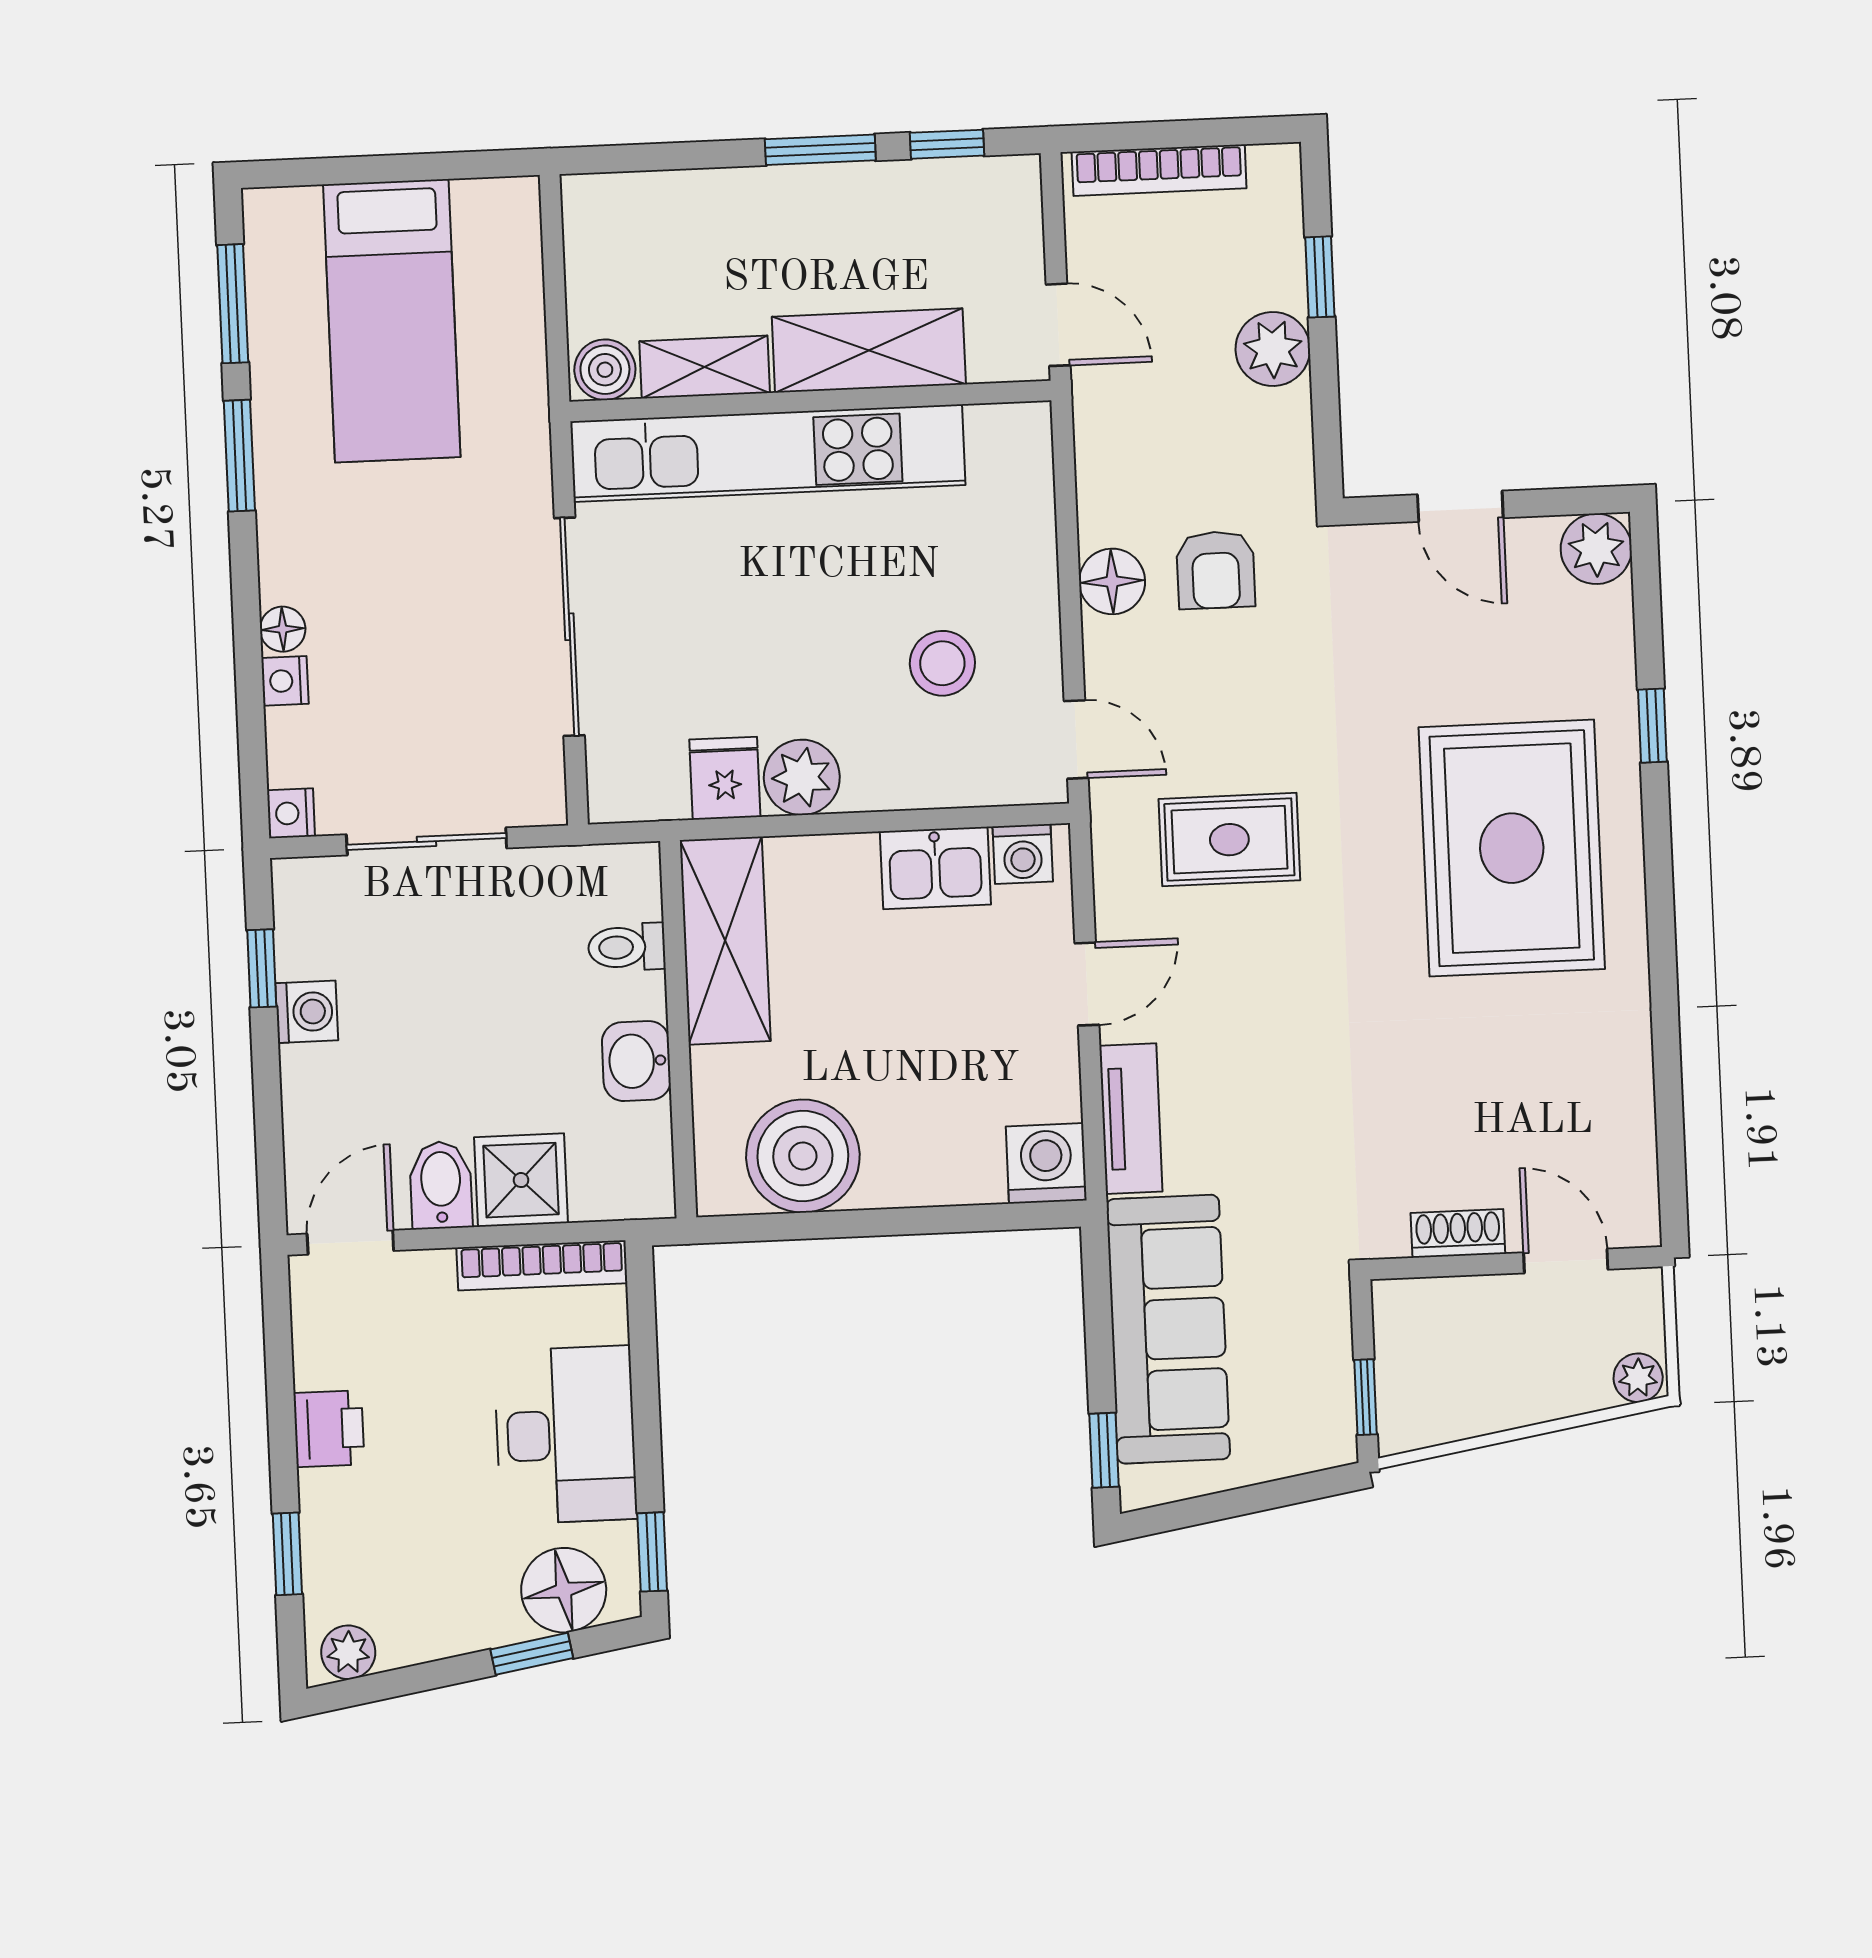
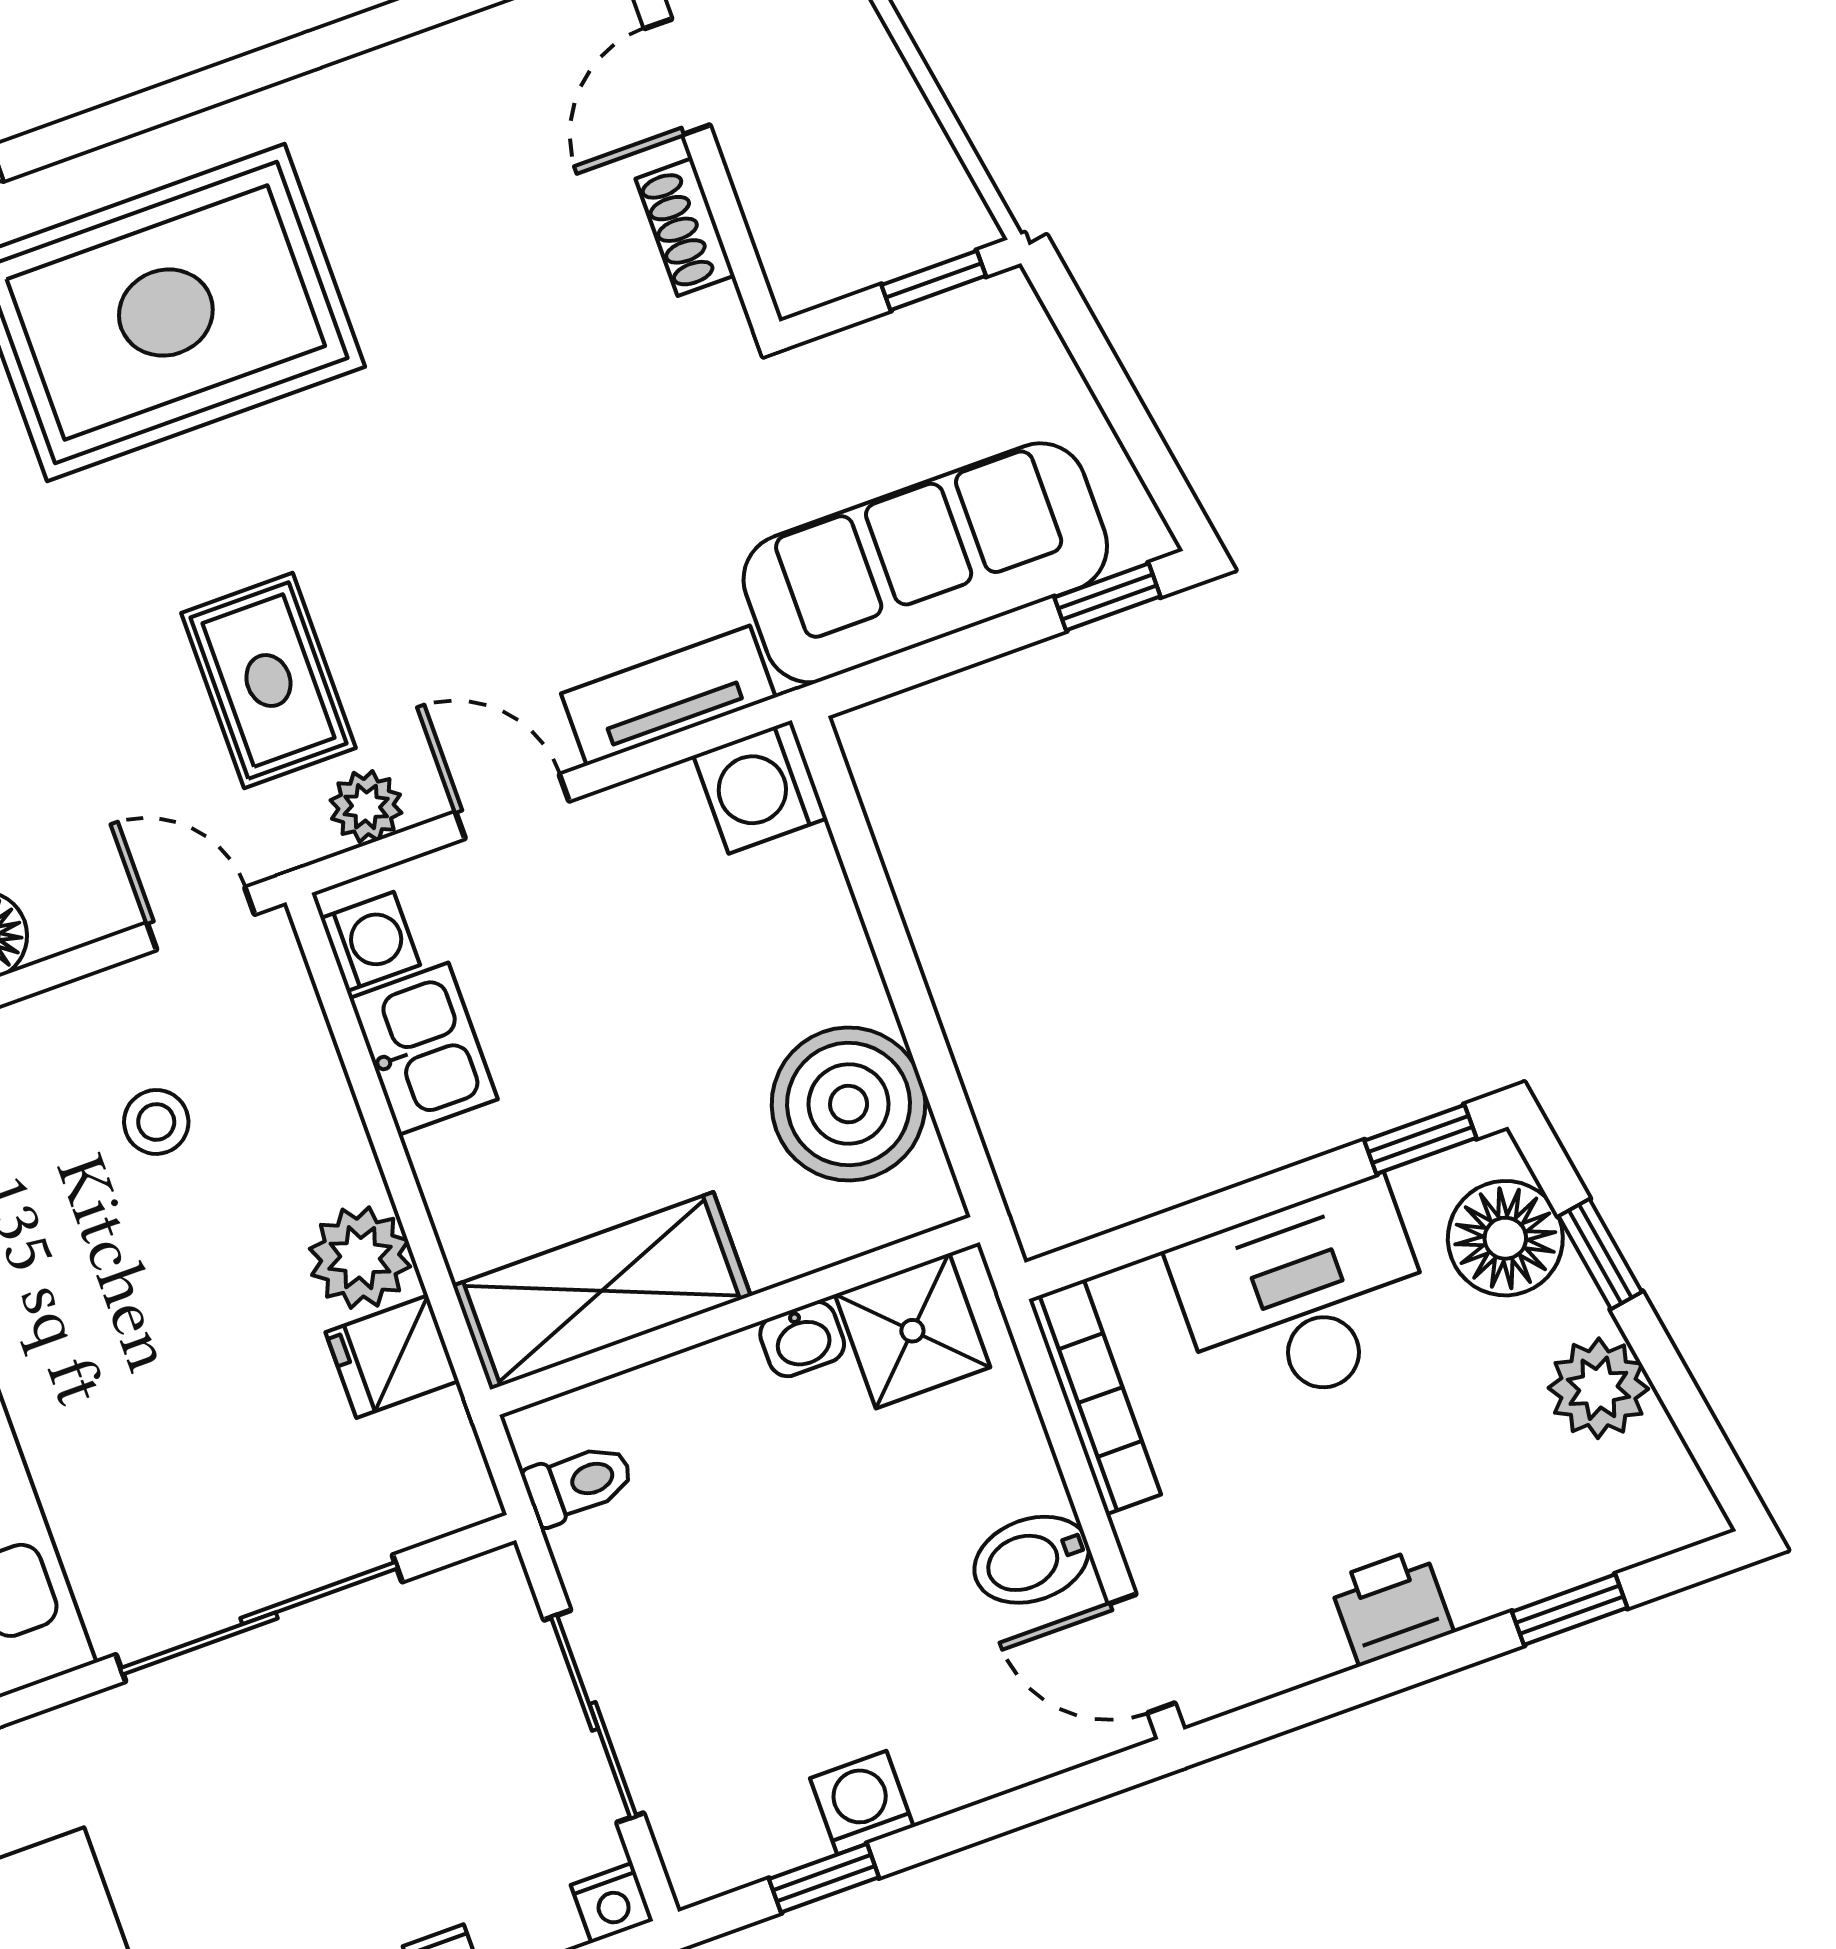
stool: (942, 663) -> (156, 1122), width x0.73, depth x0.73
door: (1076, 739) -> (201, 919), hinge flipped
plant: (1119, 881) -> (366, 807), added
toilet: (627, 947) -> (579, 1483), moved, turned -90
washbasin: (636, 1061) -> (802, 1339), width x0.72, depth x0.69
shower: (521, 1180) -> (912, 1331), moved
plant: (348, 1652) -> (1598, 1388), moved, width x1.38, depth x1.38

